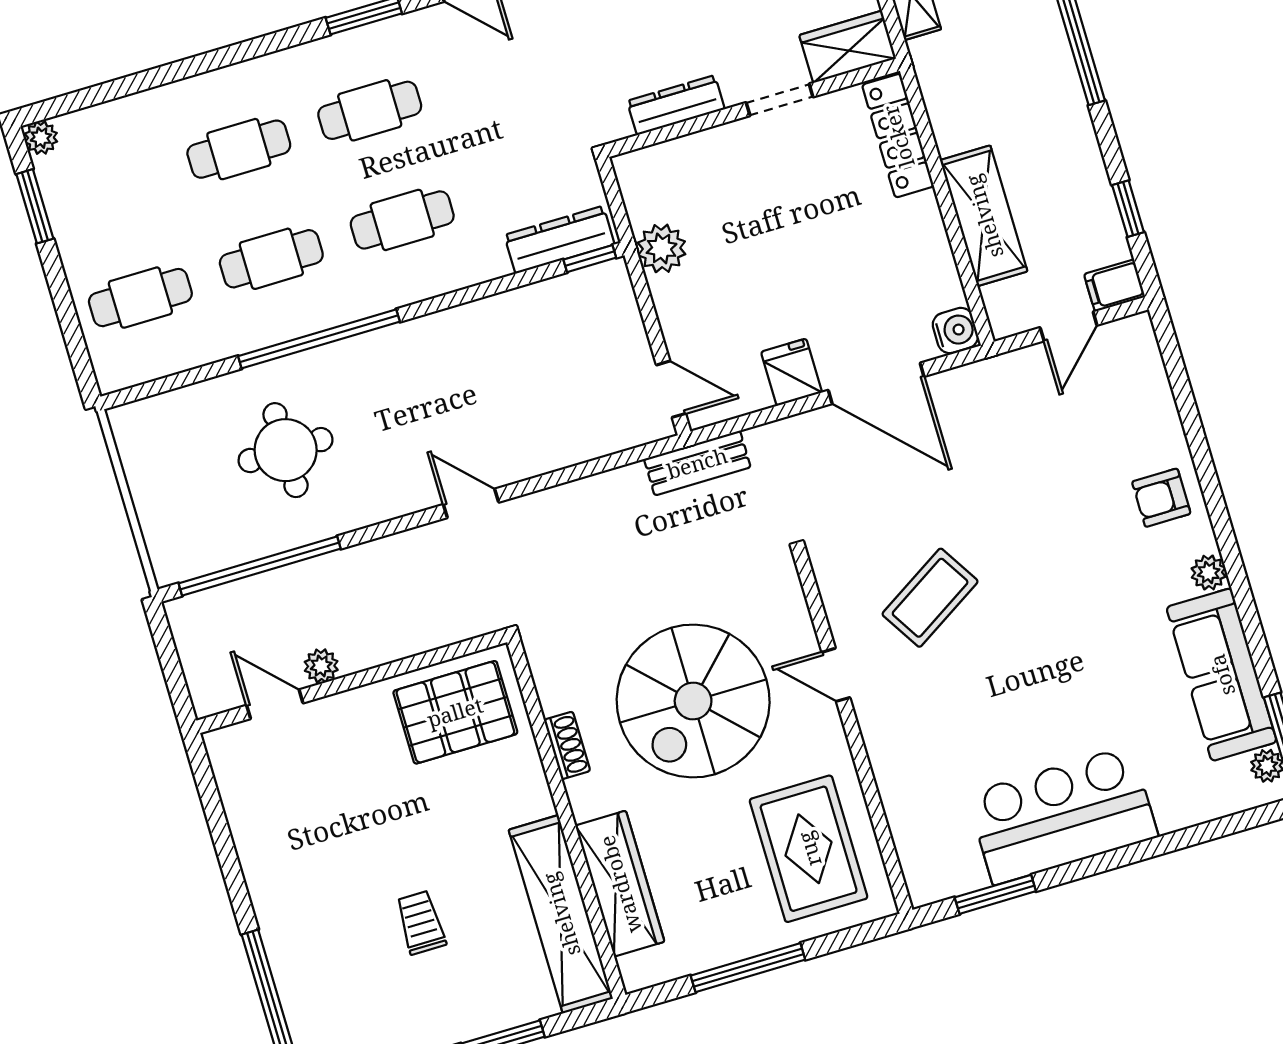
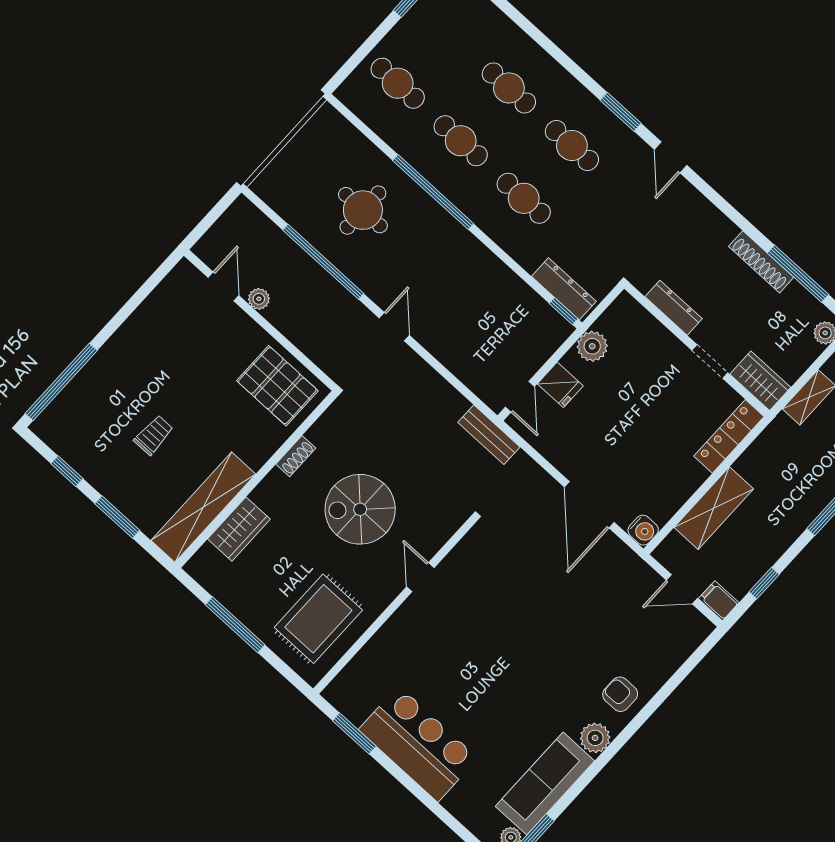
fridge: (792, 372) -> (560, 385), moved, turned 90
window: (260, 566) -> (323, 262), moved
plant: (1209, 573) -> (595, 738), width x1.38, depth x1.38
coffee table: (930, 598) -> (492, 603), removed
spiral stairs: (693, 701) -> (360, 509), width x0.73, depth x0.73
wardrobe: (620, 884) -> (239, 529), width x0.67

